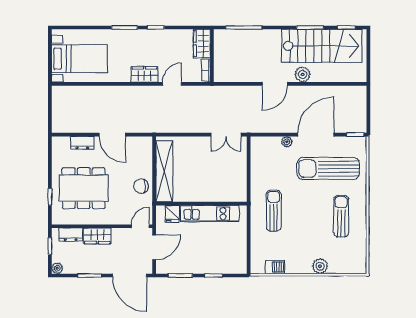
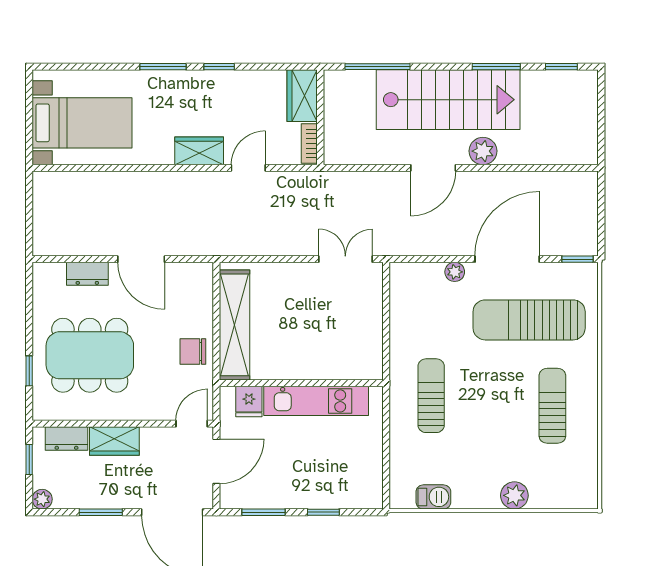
stairs: (322, 46) -> (448, 100), moved
double door: (226, 135) -> (345, 259), swing flipped

